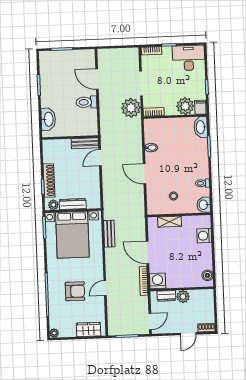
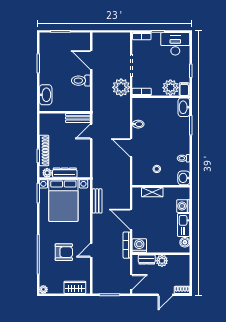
kitchen sink: (205, 256) -> (184, 225), added

